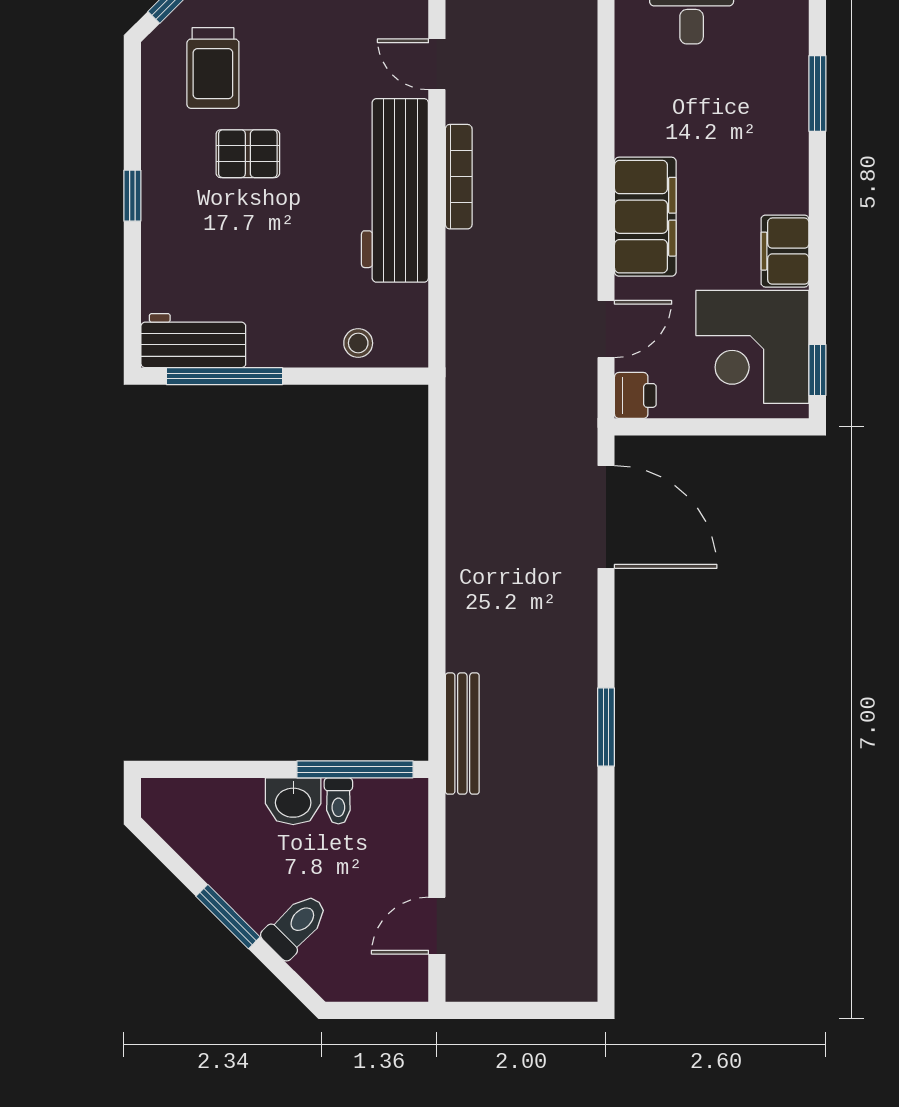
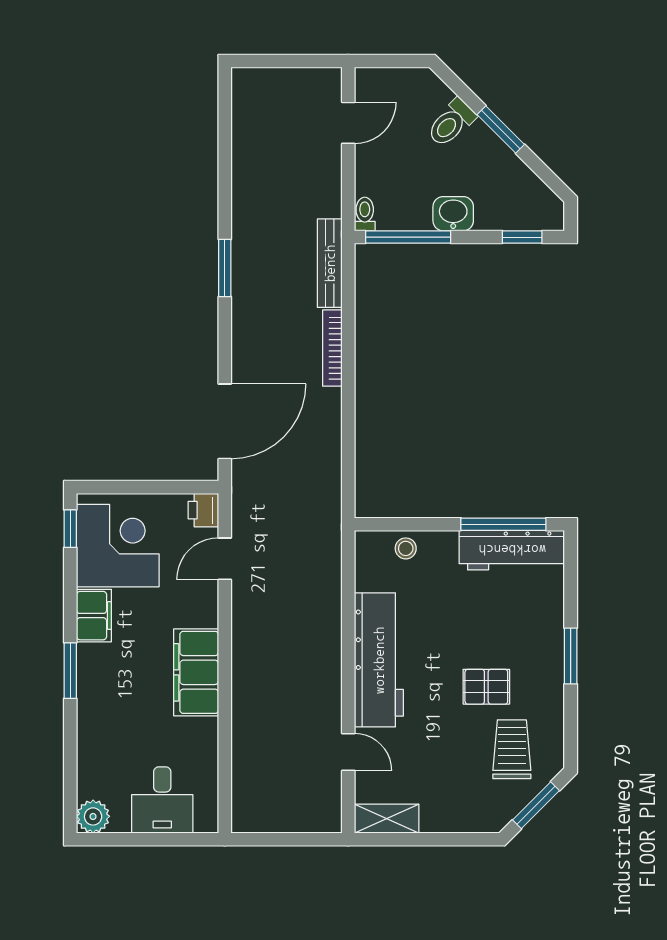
window: (817, 93) -> (70, 671), moved
bookcase: (459, 177) -> (332, 348), moved
window: (132, 196) -> (571, 656), width x1.50
filing cabinet: (645, 217) -> (196, 672), moved
workbench: (193, 341) -> (512, 550), width x1.38
door: (606, 517) -> (225, 421), swing flipped
window: (199, 769) -> (522, 237), added
toilet: (338, 801) -> (365, 214), moved

